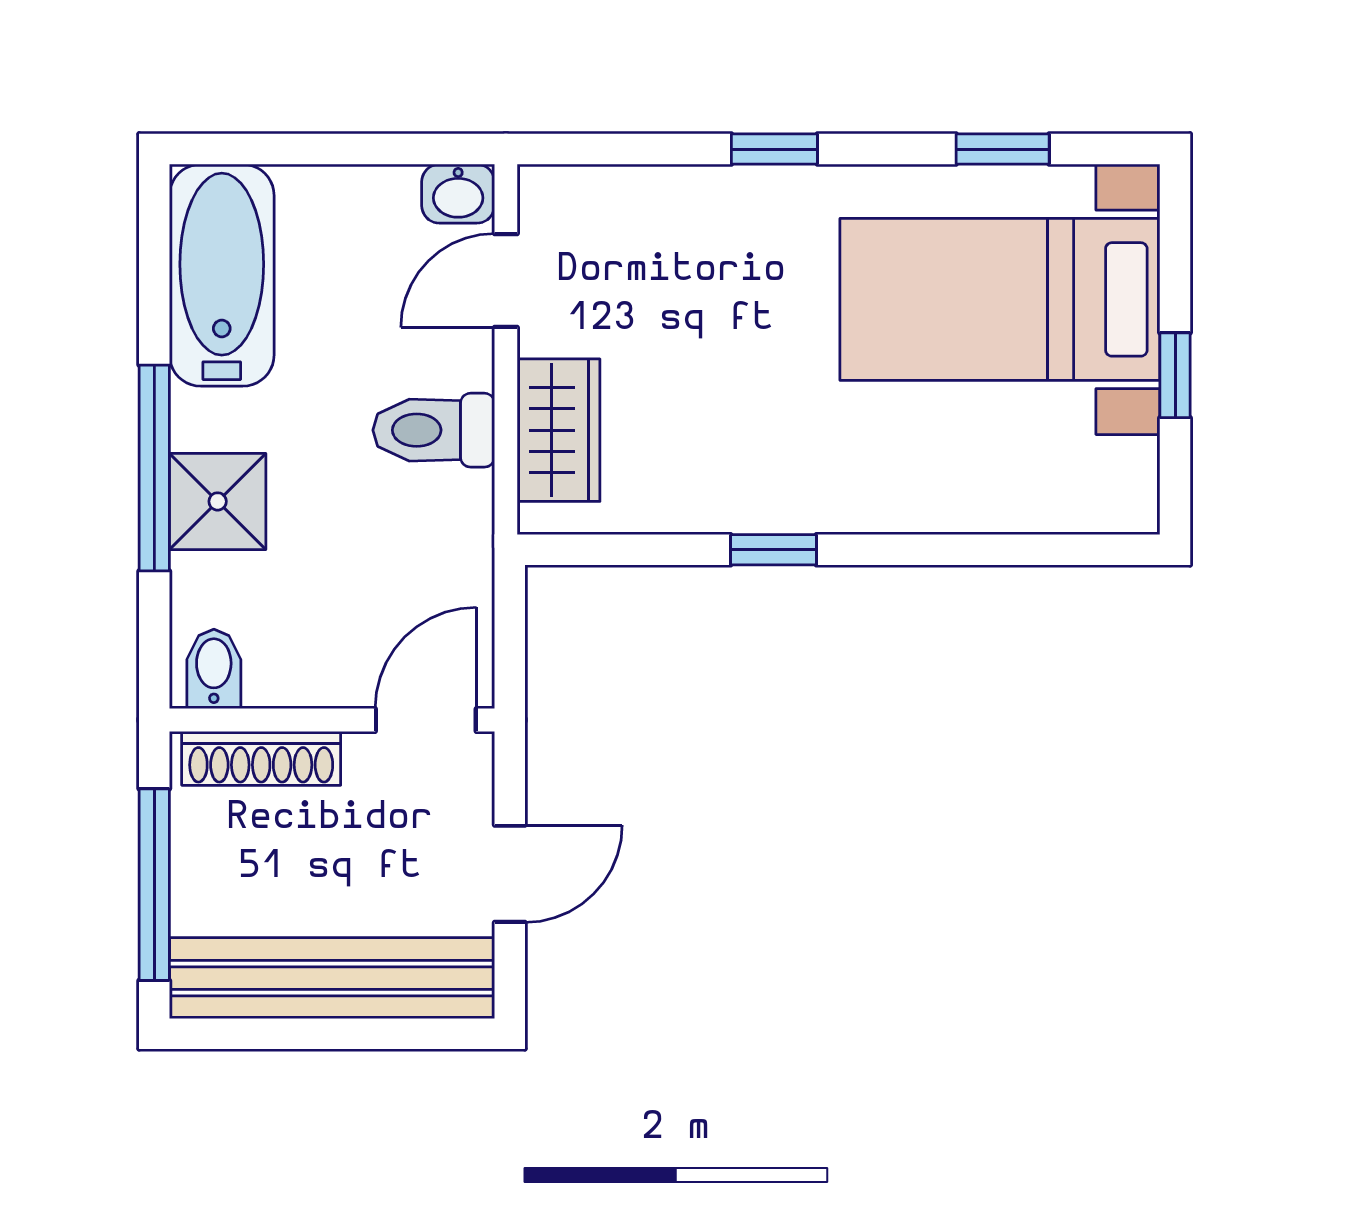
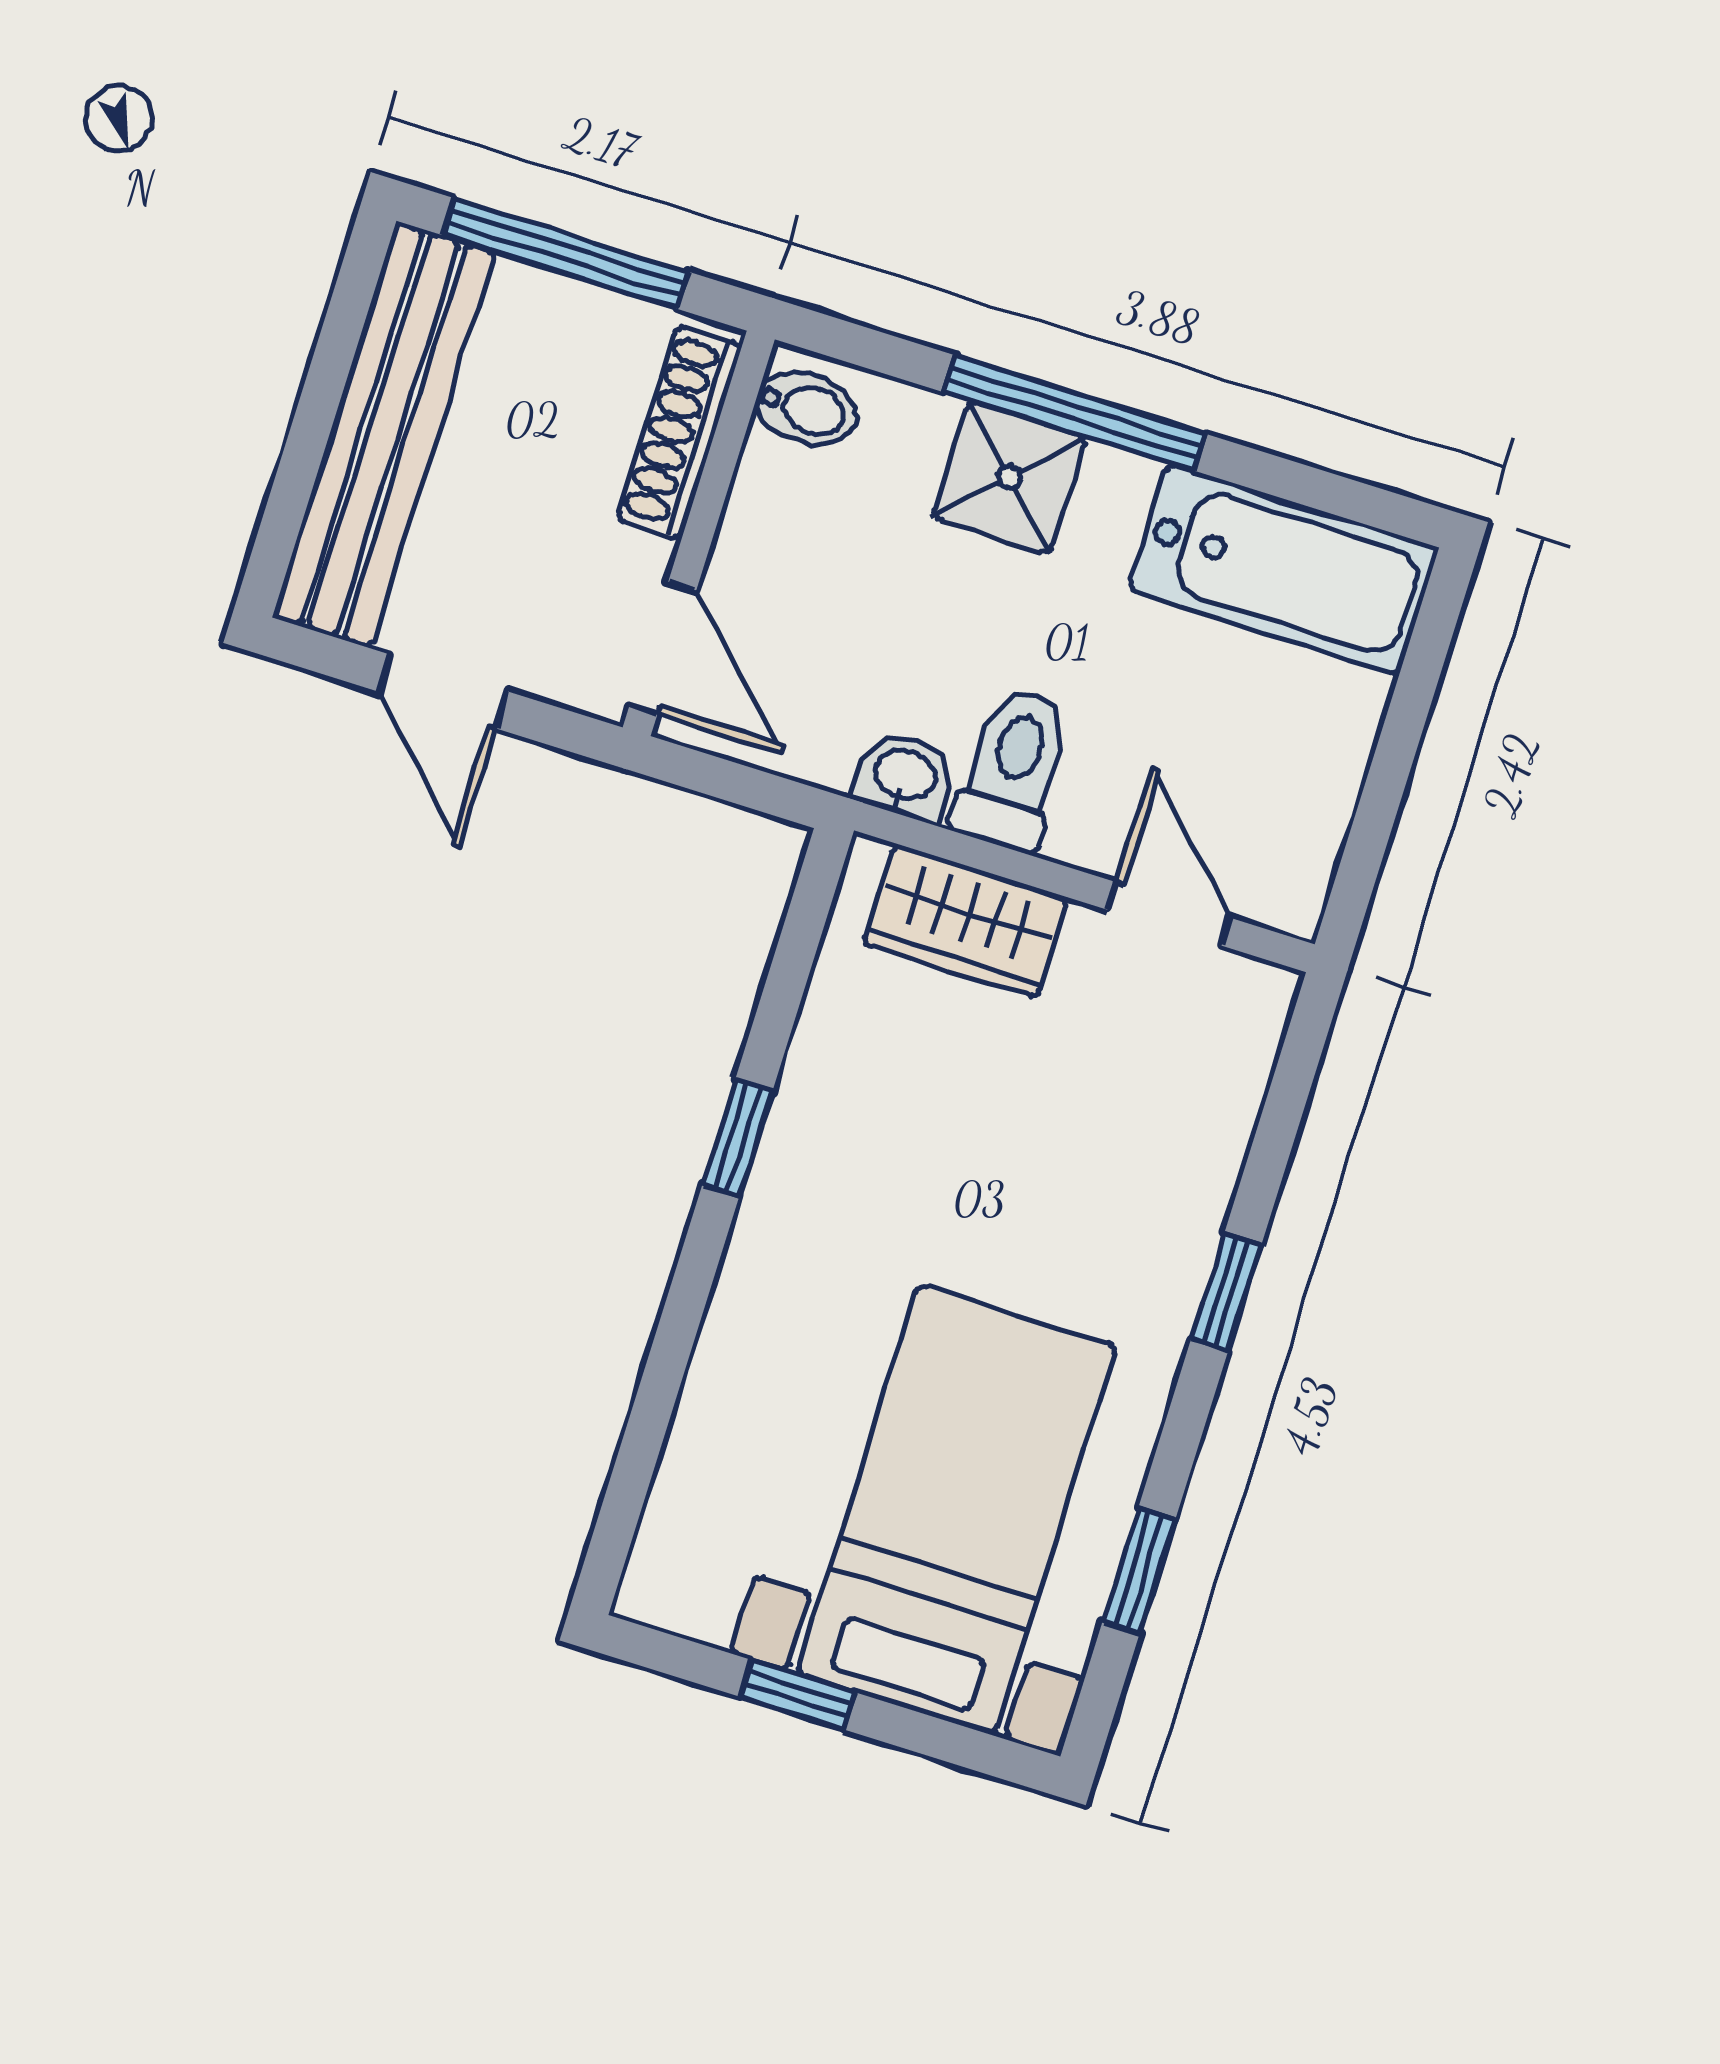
washbasin: (458, 194) -> (905, 776), moved, turned 90

